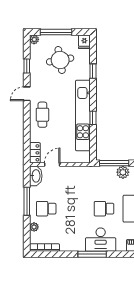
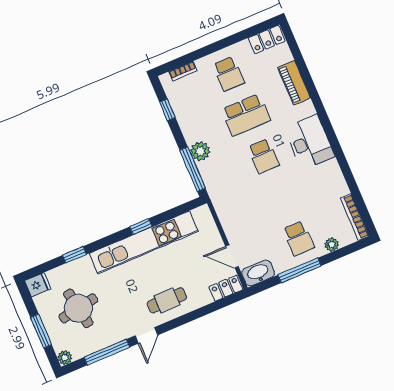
window: (56, 32) -> (41, 331), width x0.69
window: (27, 66) -> (107, 352), width x2.17
door: (27, 94) -> (147, 335), hinge flipped
window: (92, 254) -> (335, 145), removed

